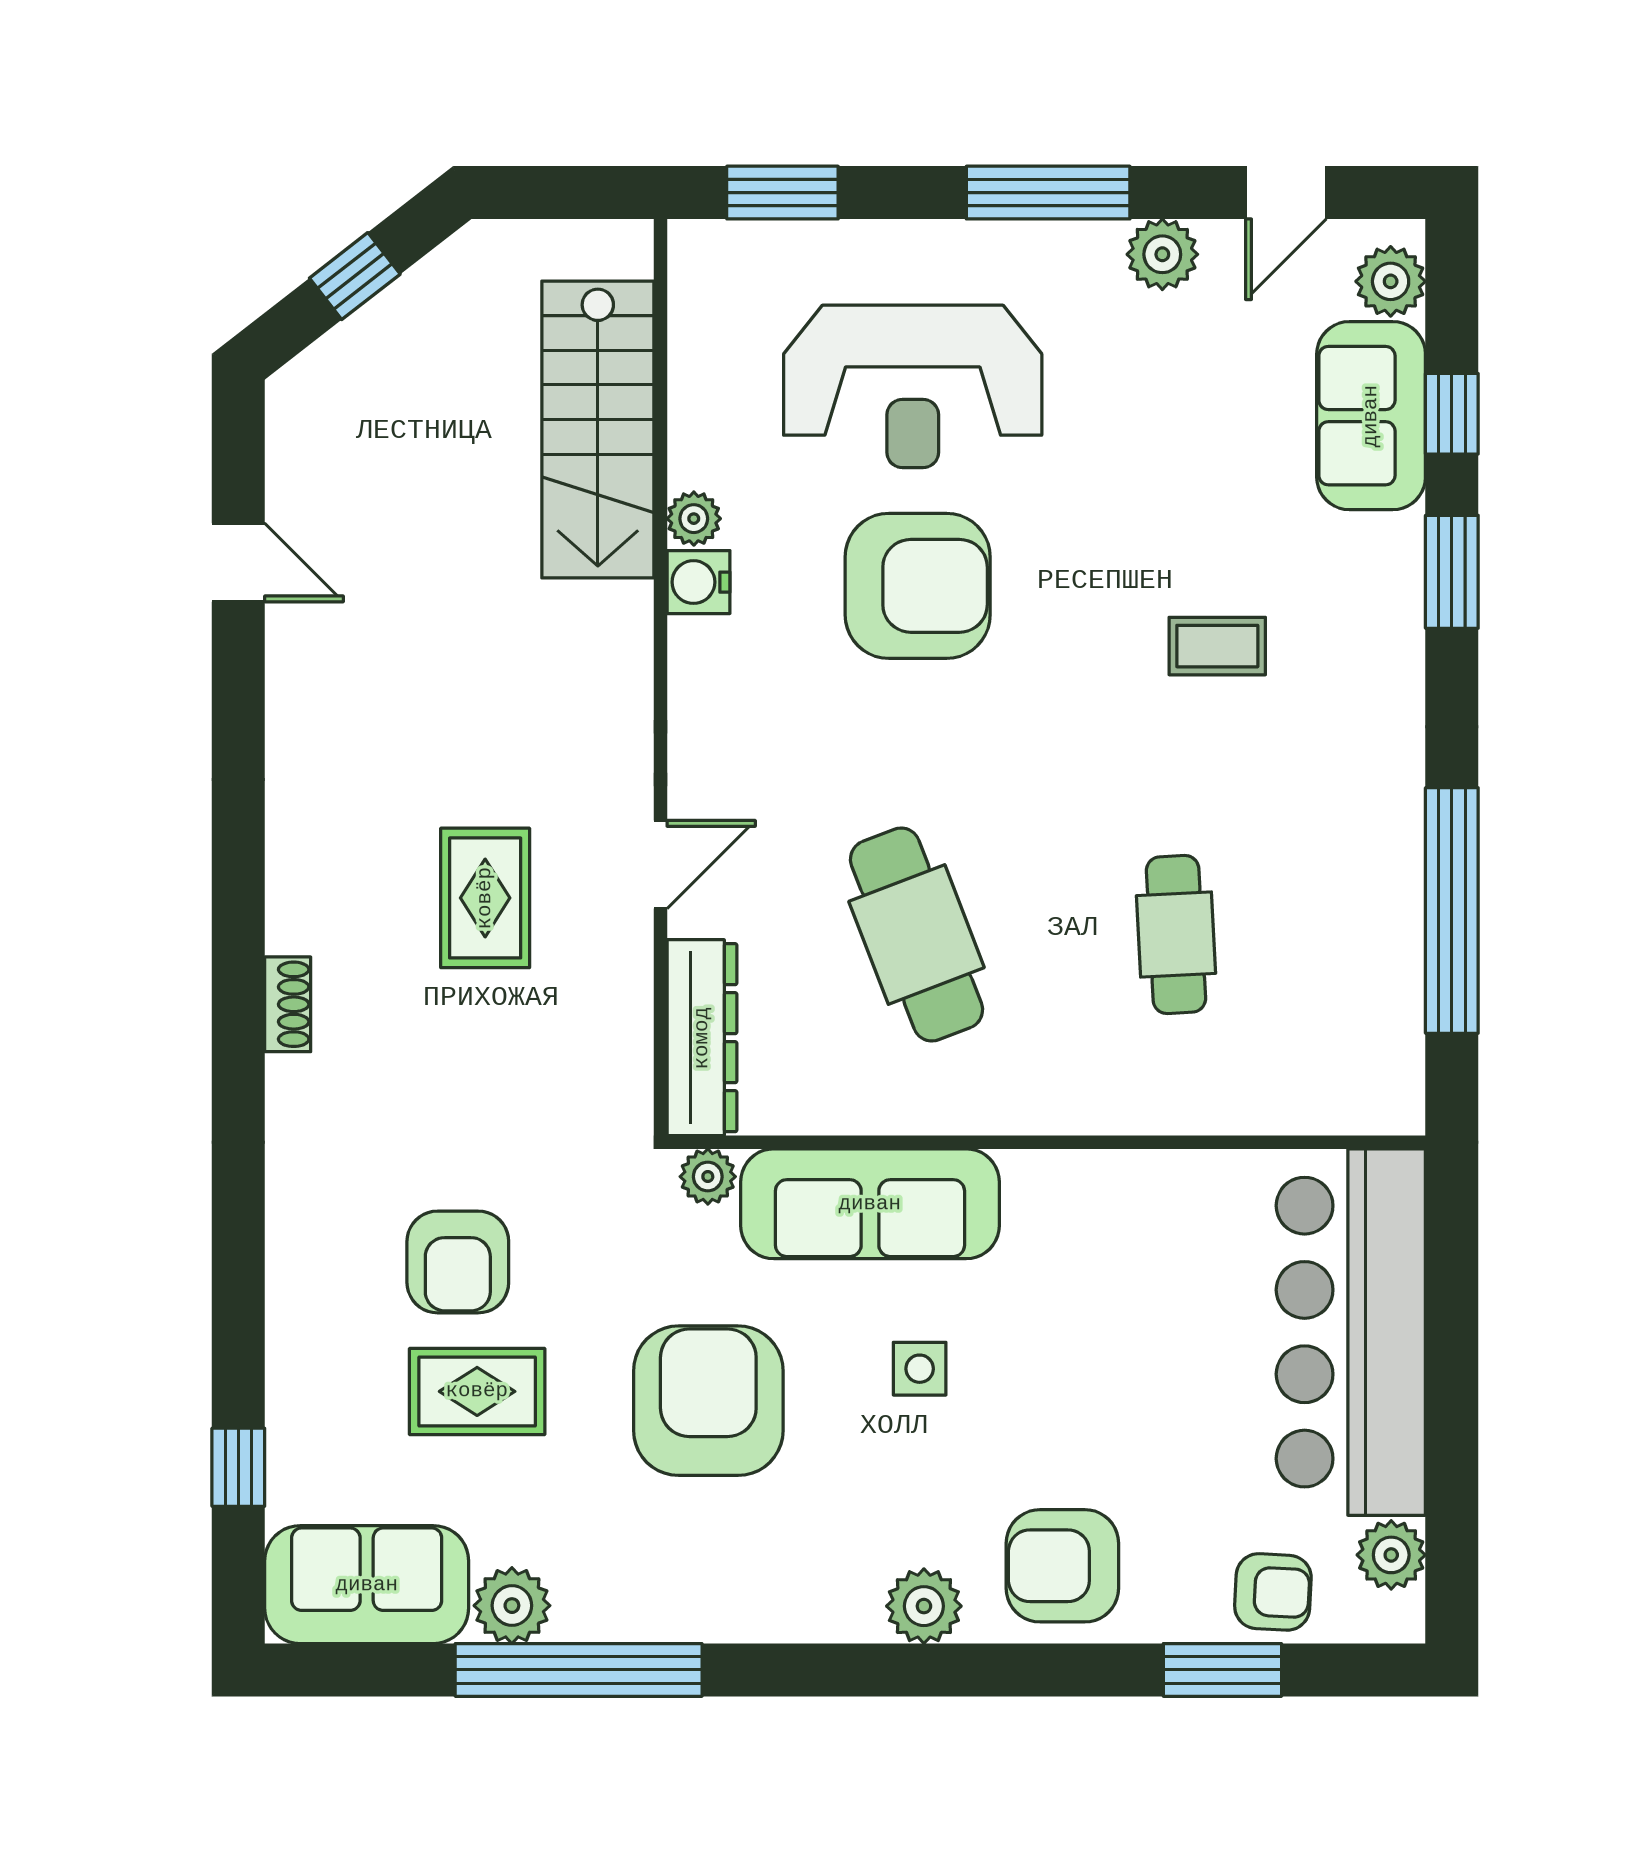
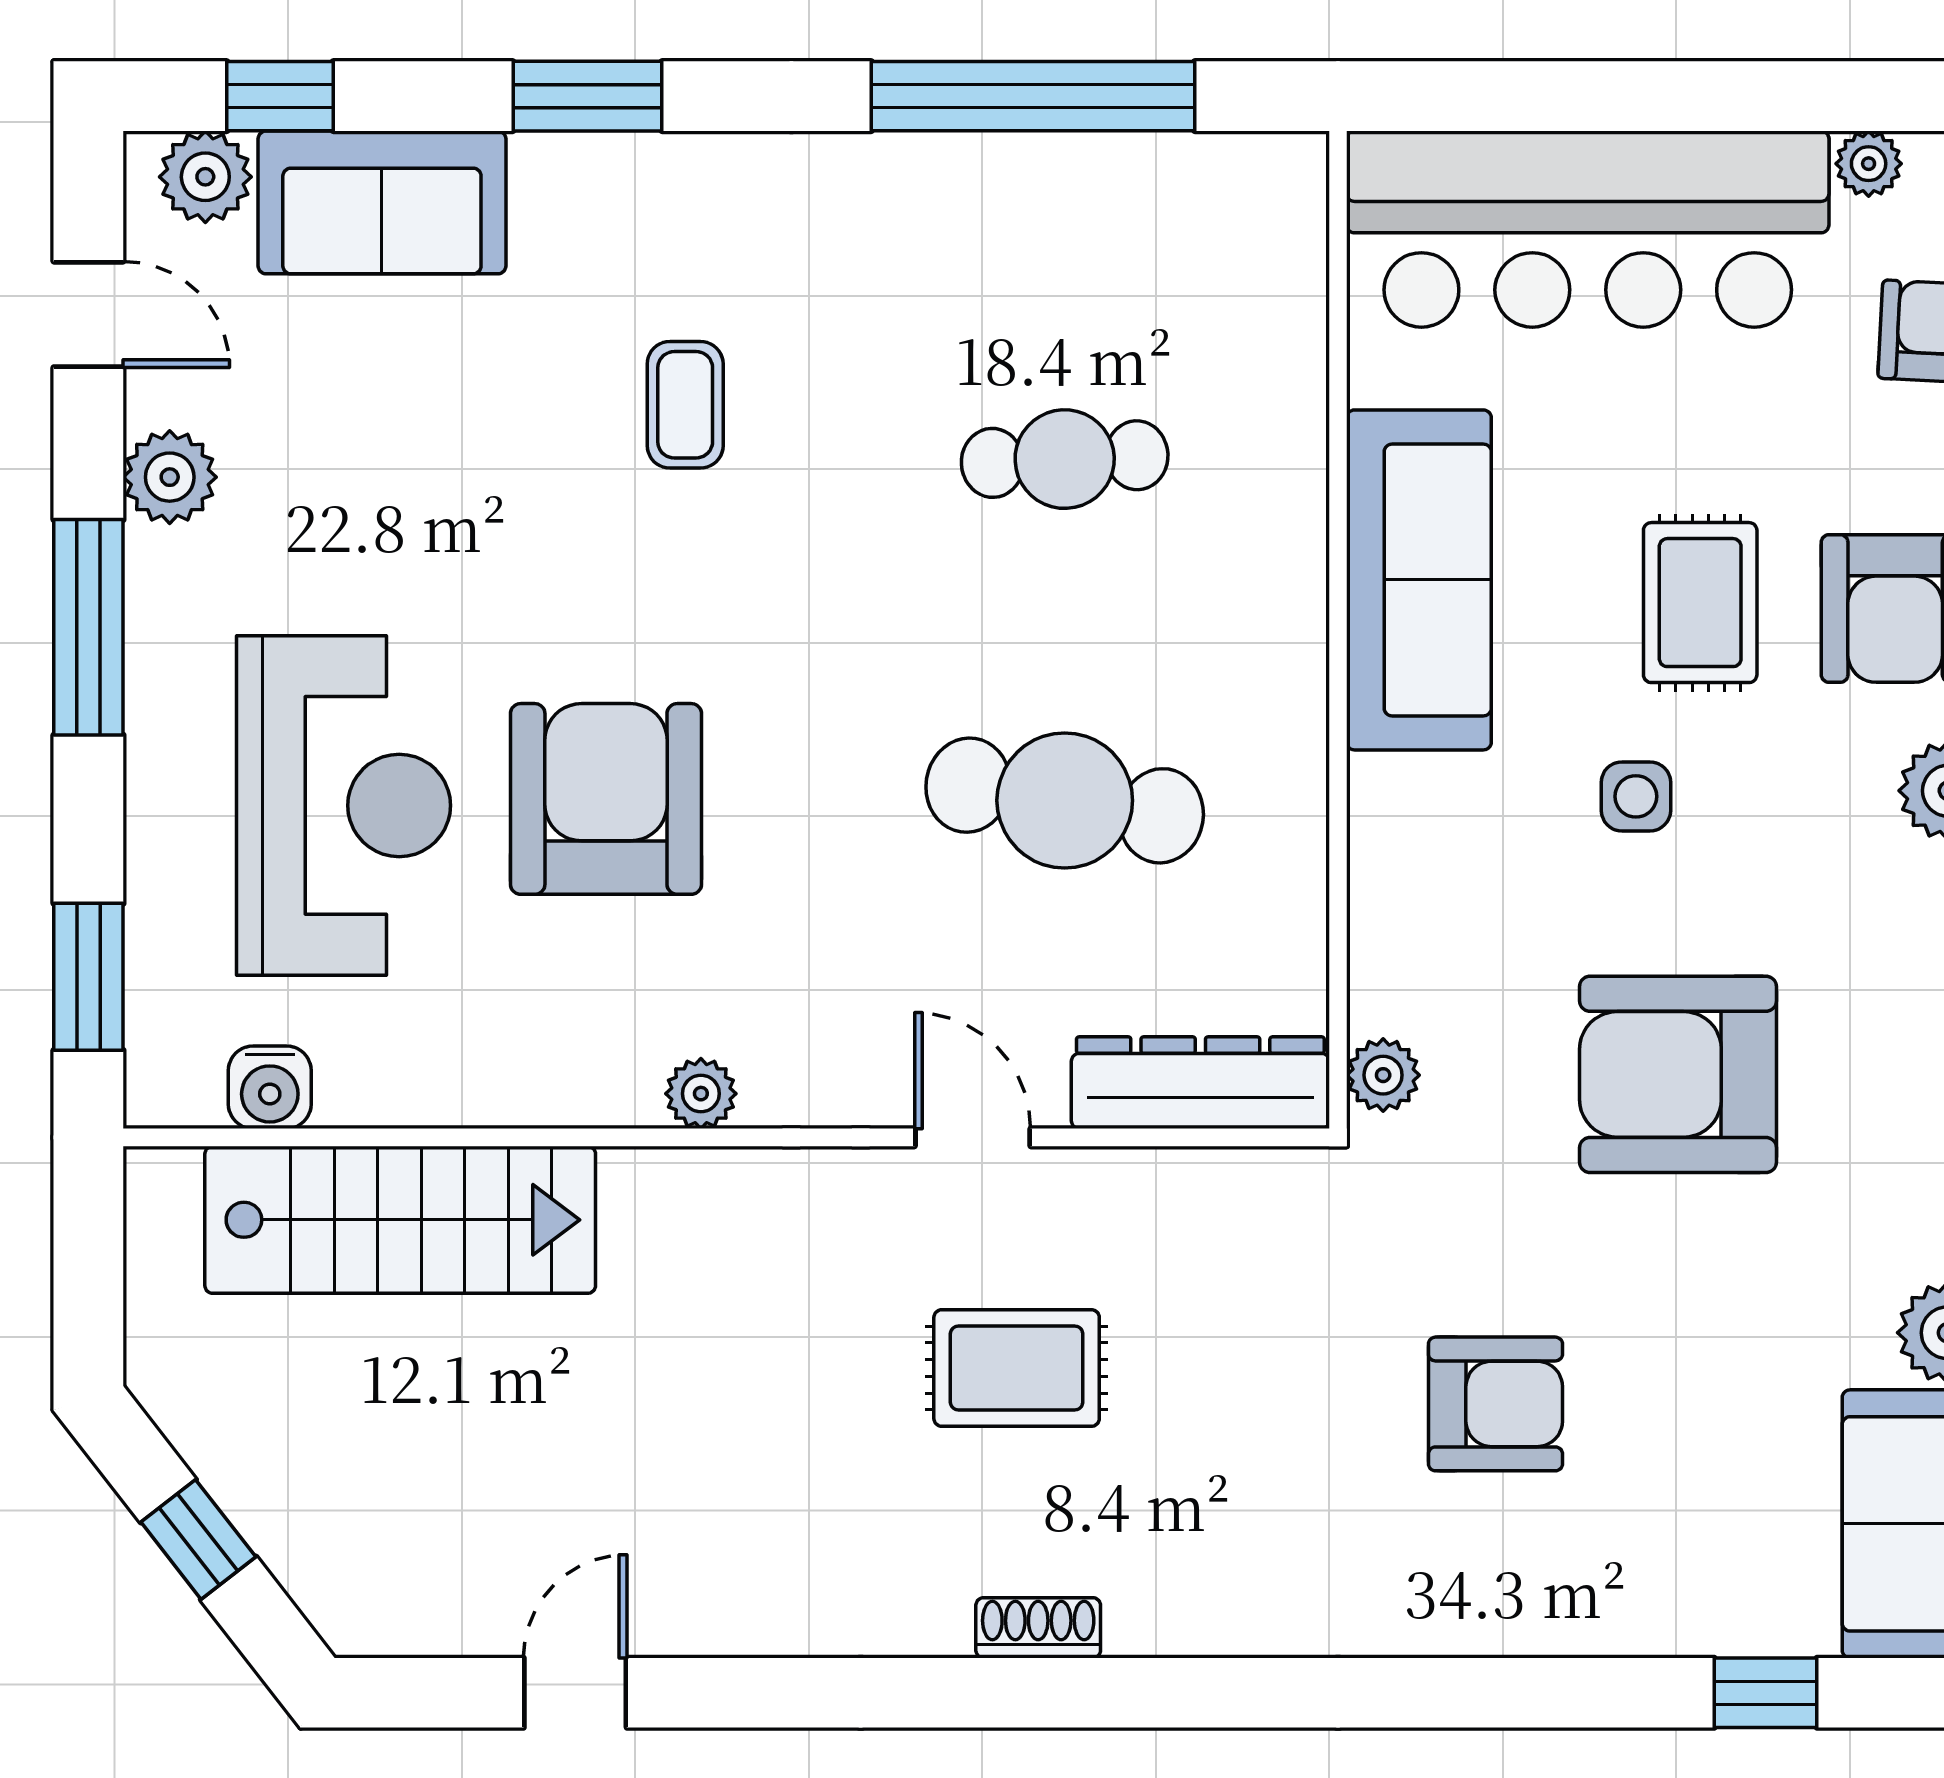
window: (1452, 414) -> (280, 96), moved
plant: (694, 519) -> (701, 1094), moved
water cooler: (698, 582) -> (270, 1087), moved
cafe table: (917, 935) -> (1065, 800), turned 30
shoe rack: (288, 1004) -> (1038, 1628), moved
sofa: (870, 1204) -> (1419, 580), moved
rug: (477, 1391) -> (1700, 603), moved
plant: (1391, 1555) -> (1869, 164), width x0.73, depth x0.73

